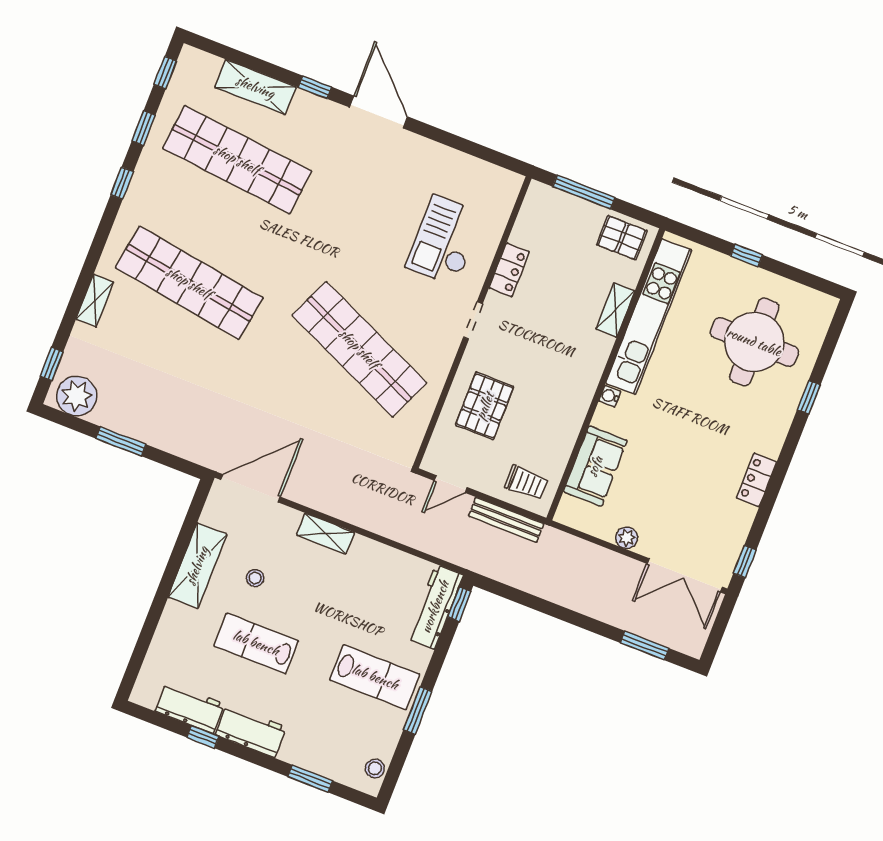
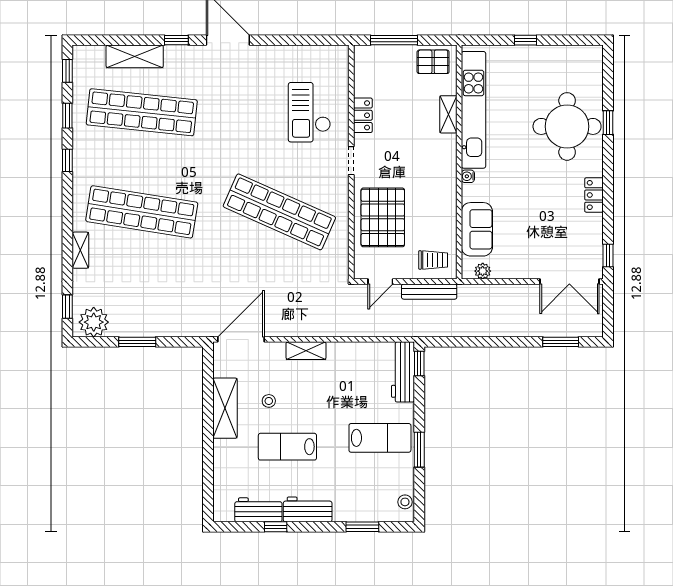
round table: (754, 342) -> (567, 126), moved
pallet: (485, 406) -> (383, 217), width x1.37, depth x1.41
plant: (627, 538) -> (483, 271), moved

